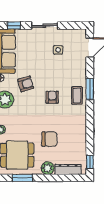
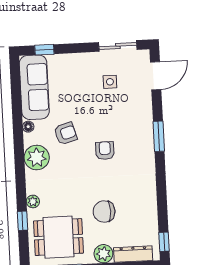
sliding door: (45, 26) -> (118, 46), moved
coffee table: (77, 95) -> (141, 146), removed
chair: (49, 139) -> (104, 211), turned 180

